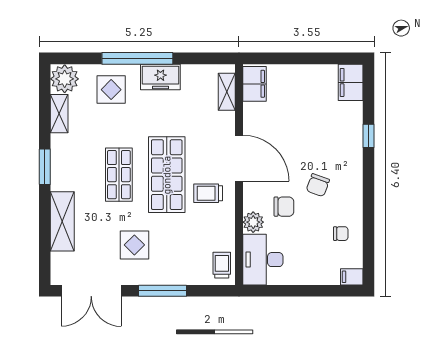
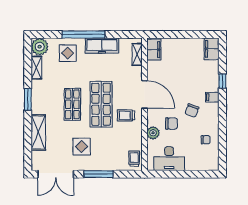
freezer: (160, 77) -> (102, 46), width x1.40
desk: (263, 260) -> (169, 159), moved, turned -90
filing cabinet: (352, 277) -> (212, 97), moved

